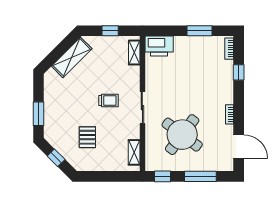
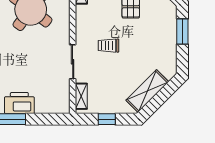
printer: (159, 46) -> (19, 103), moved
sliding door: (142, 108) -> (73, 62), moved

